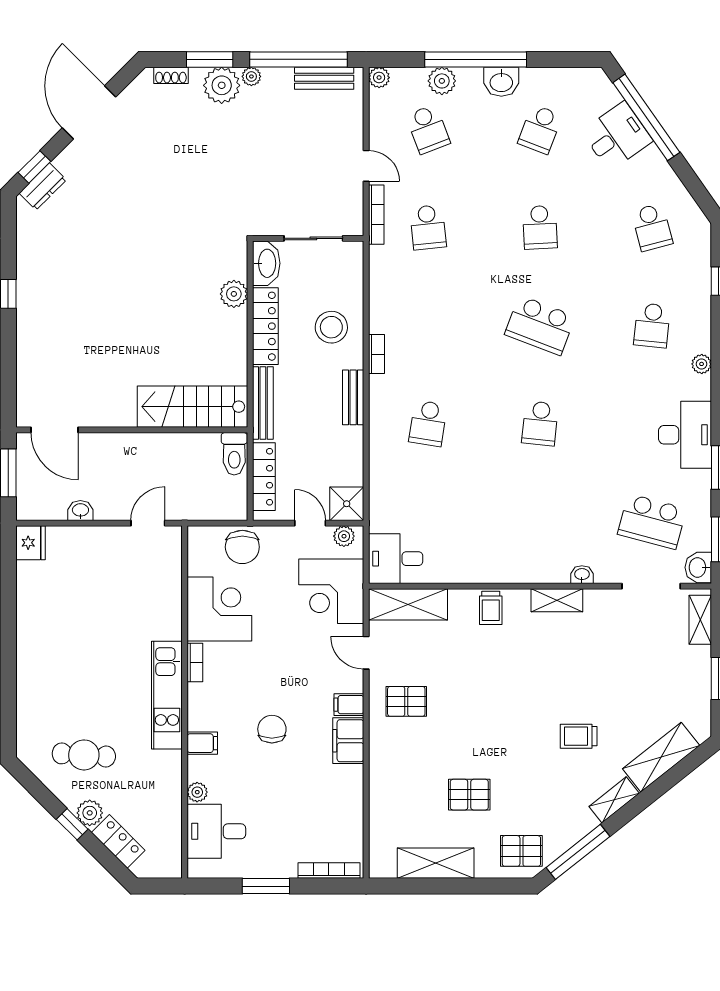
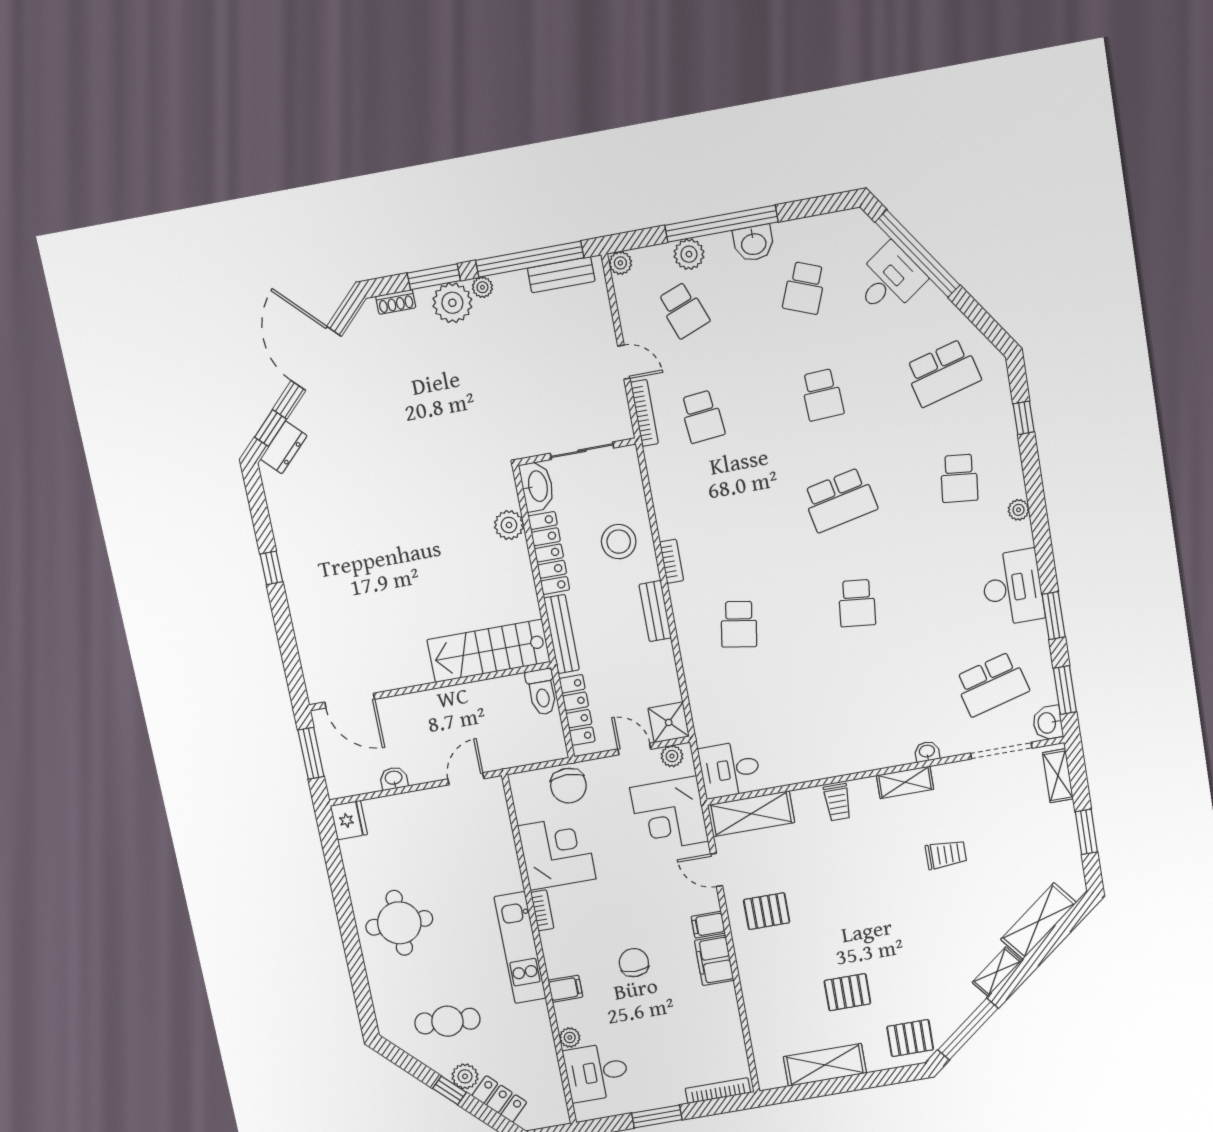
school desk: (652, 227) -> (943, 373), width x1.85
school desk: (540, 325) -> (840, 500), turned -33
school desk: (652, 521) -> (992, 684), turned -30
round table: (58, 650) -> (399, 923), added
trolley: (579, 736) -> (946, 854), moved, turned 180

